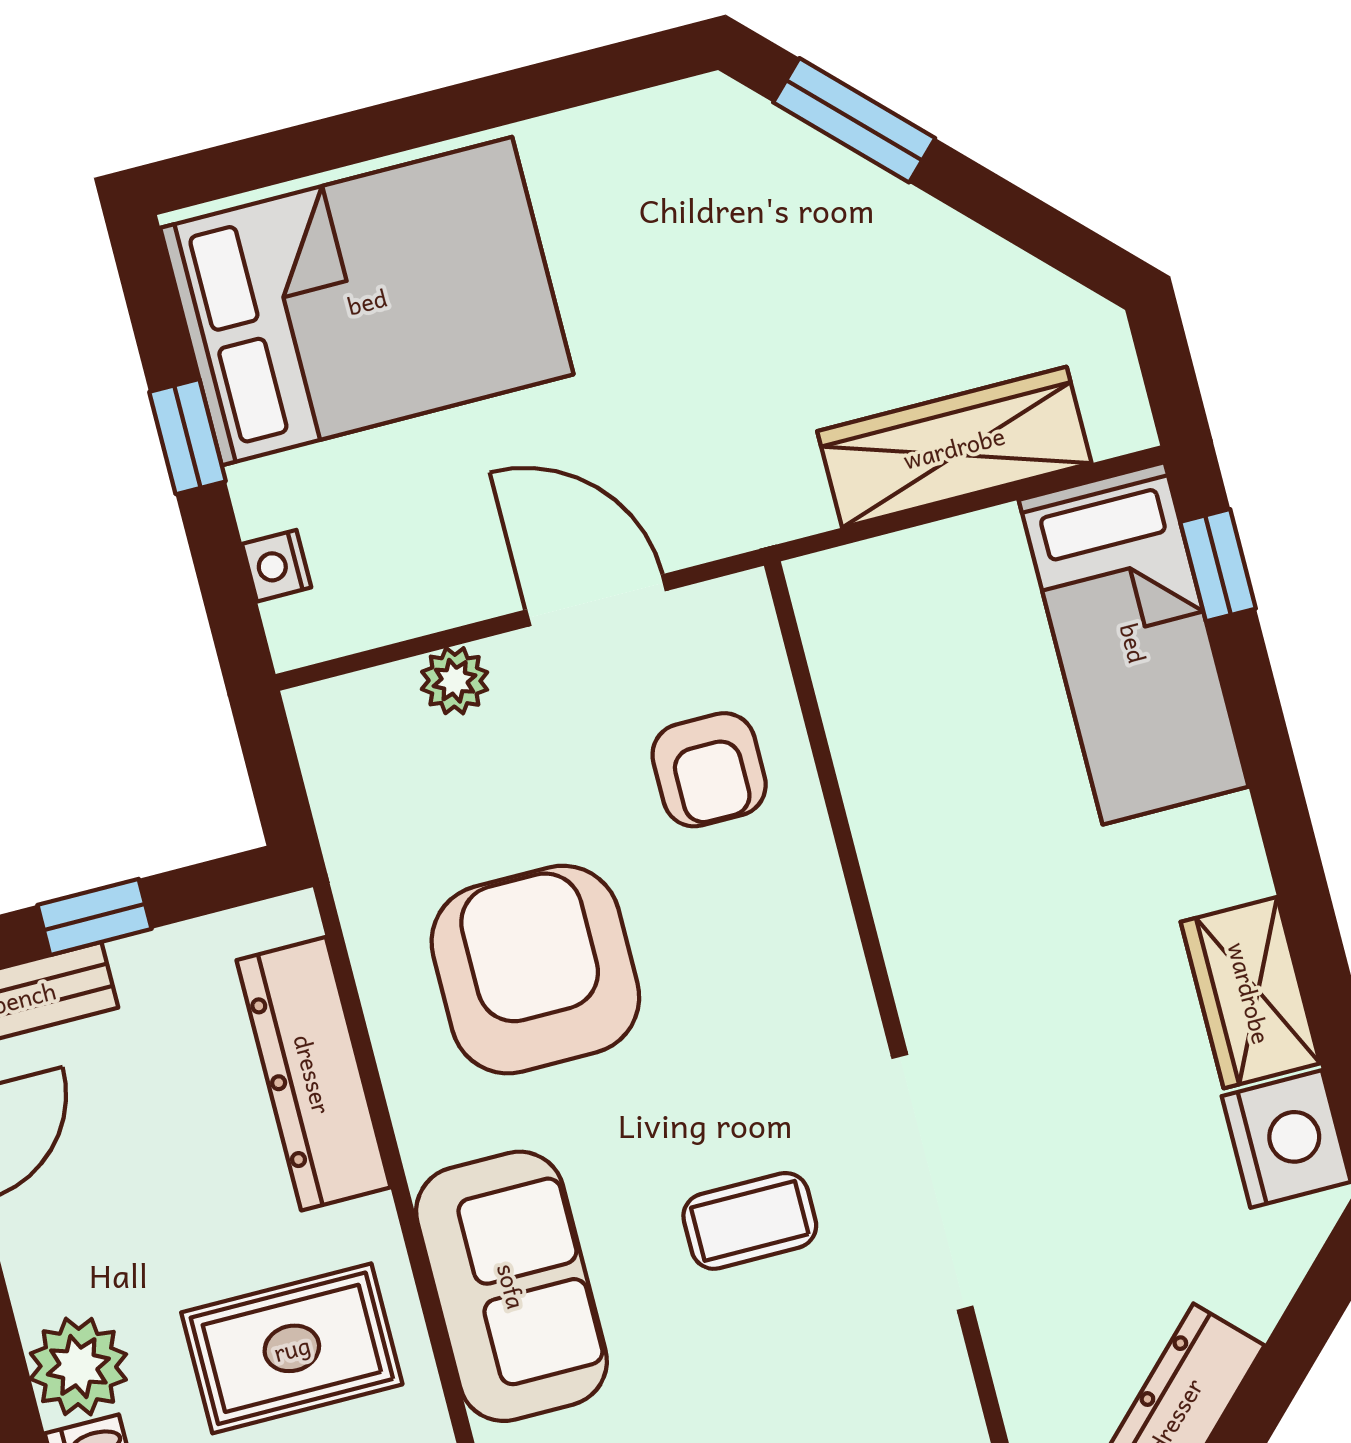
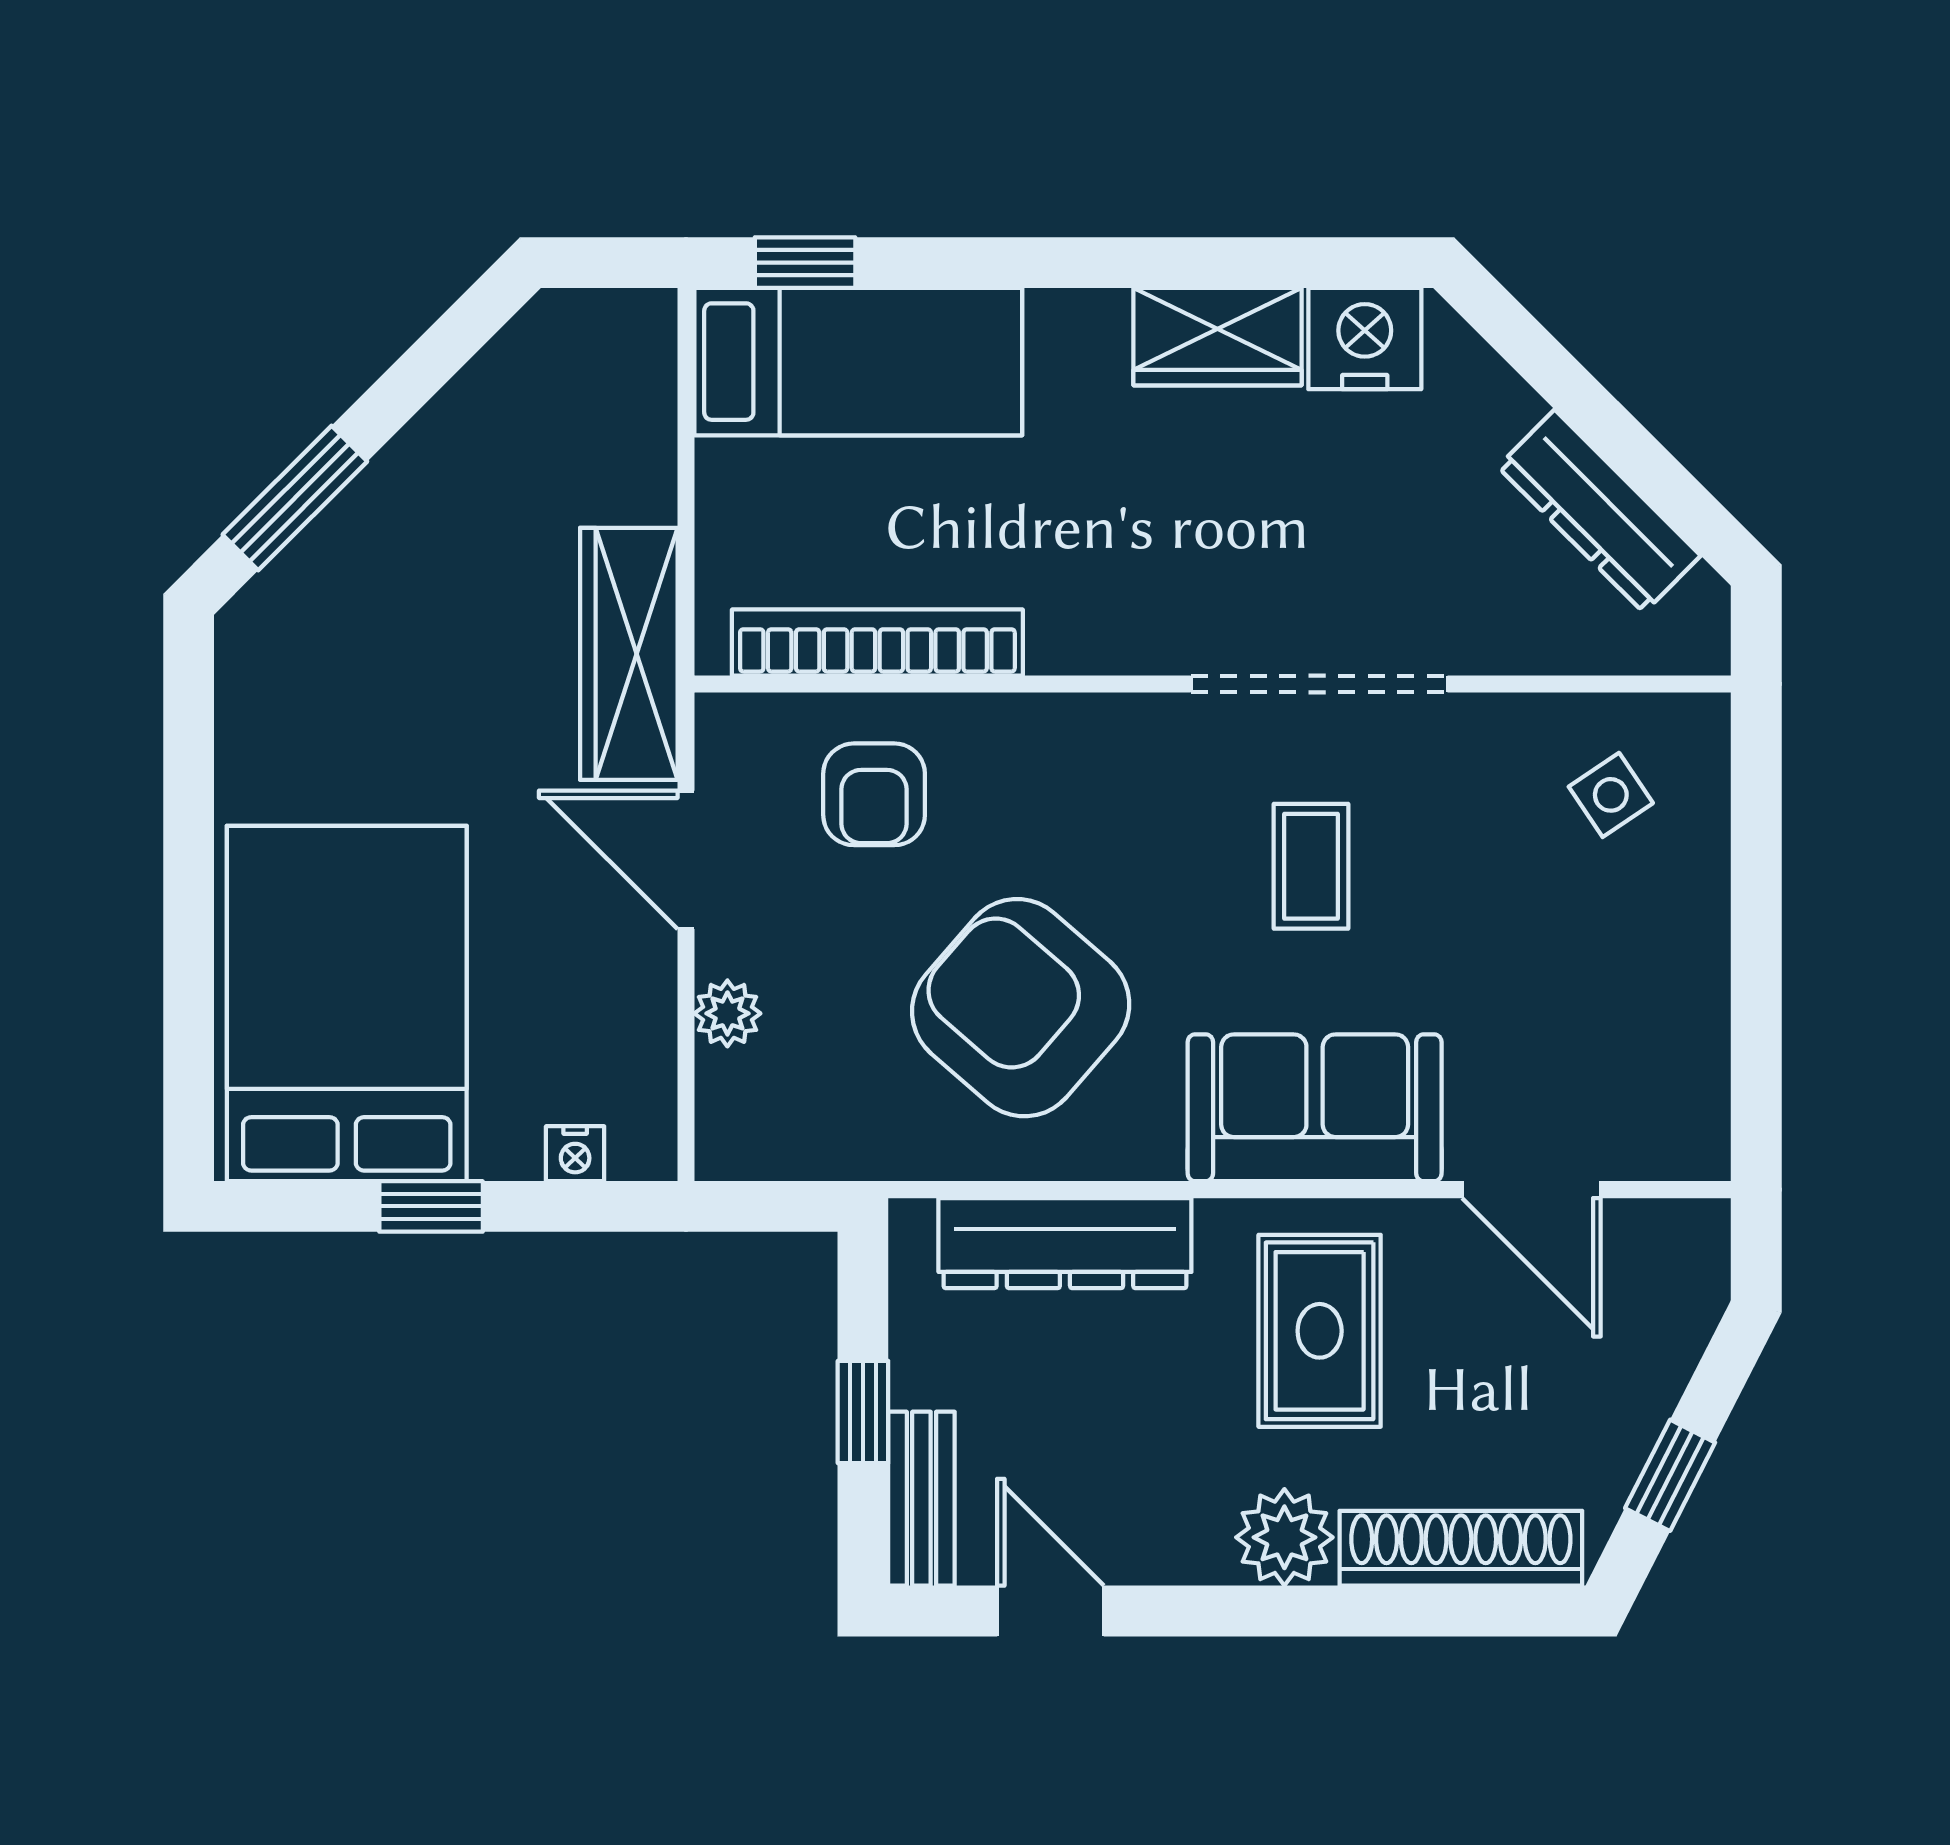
wardrobe: (954, 447) -> (629, 654), moved
door: (596, 600) -> (686, 860), hinge flipped
bookcase: (860, 734) -> (877, 642), added
armchair: (709, 770) -> (874, 794), turned 90
armchair: (535, 970) -> (1021, 1008), turned 41

